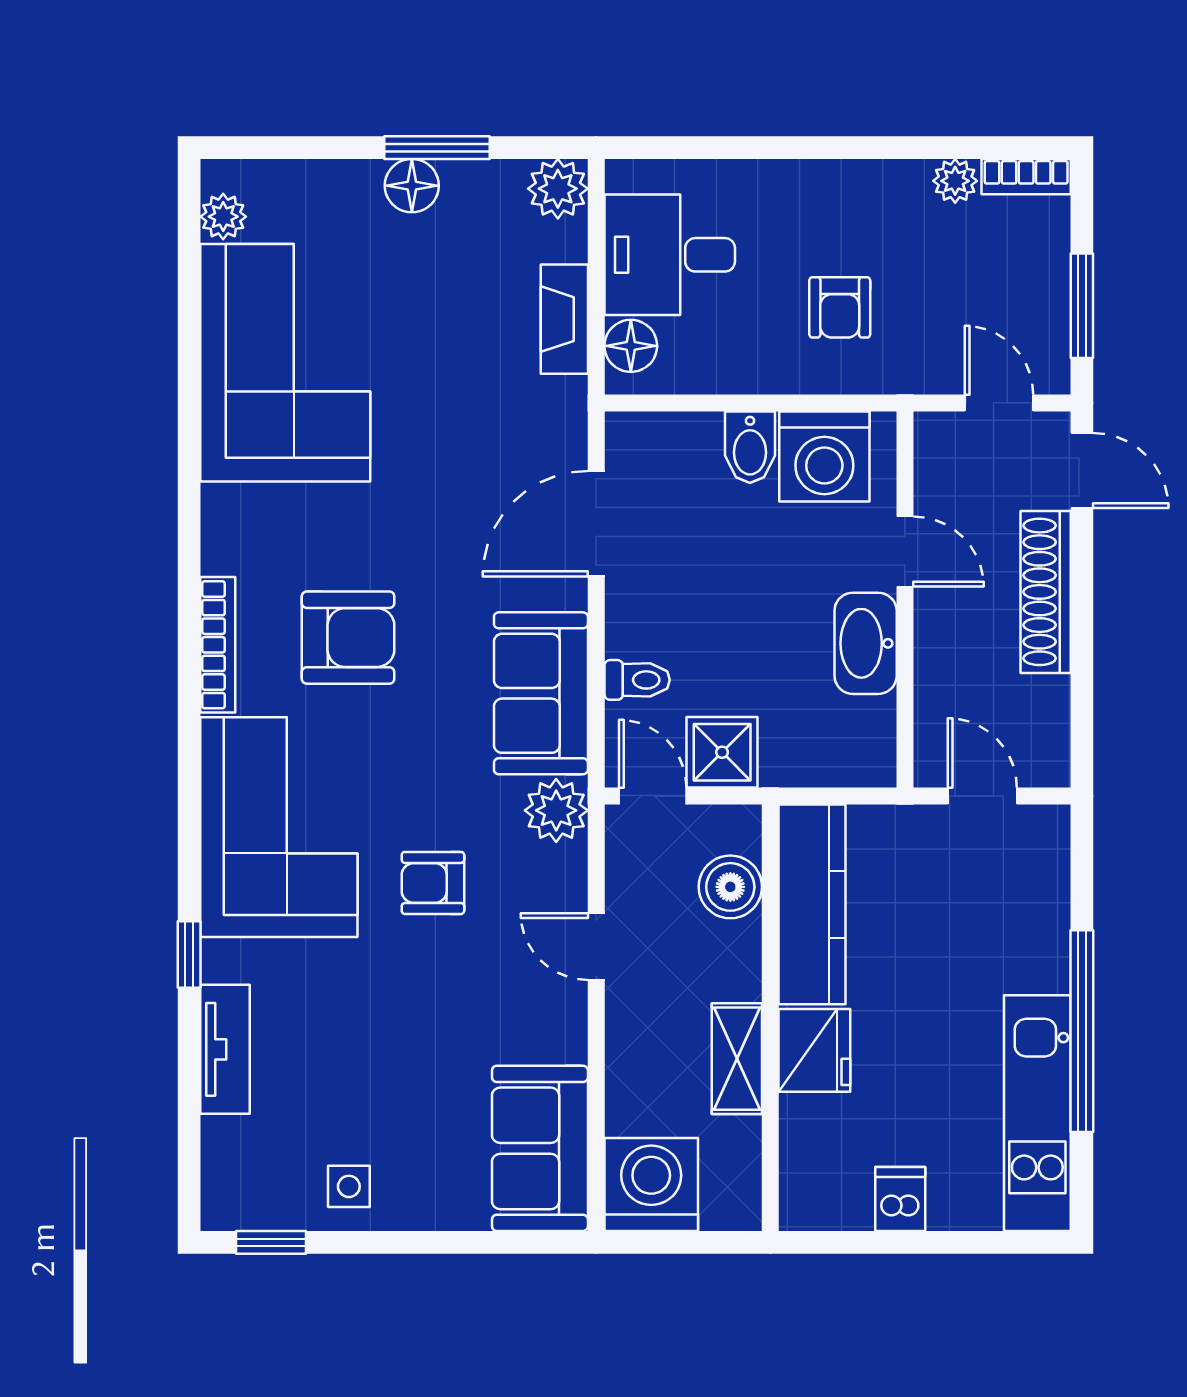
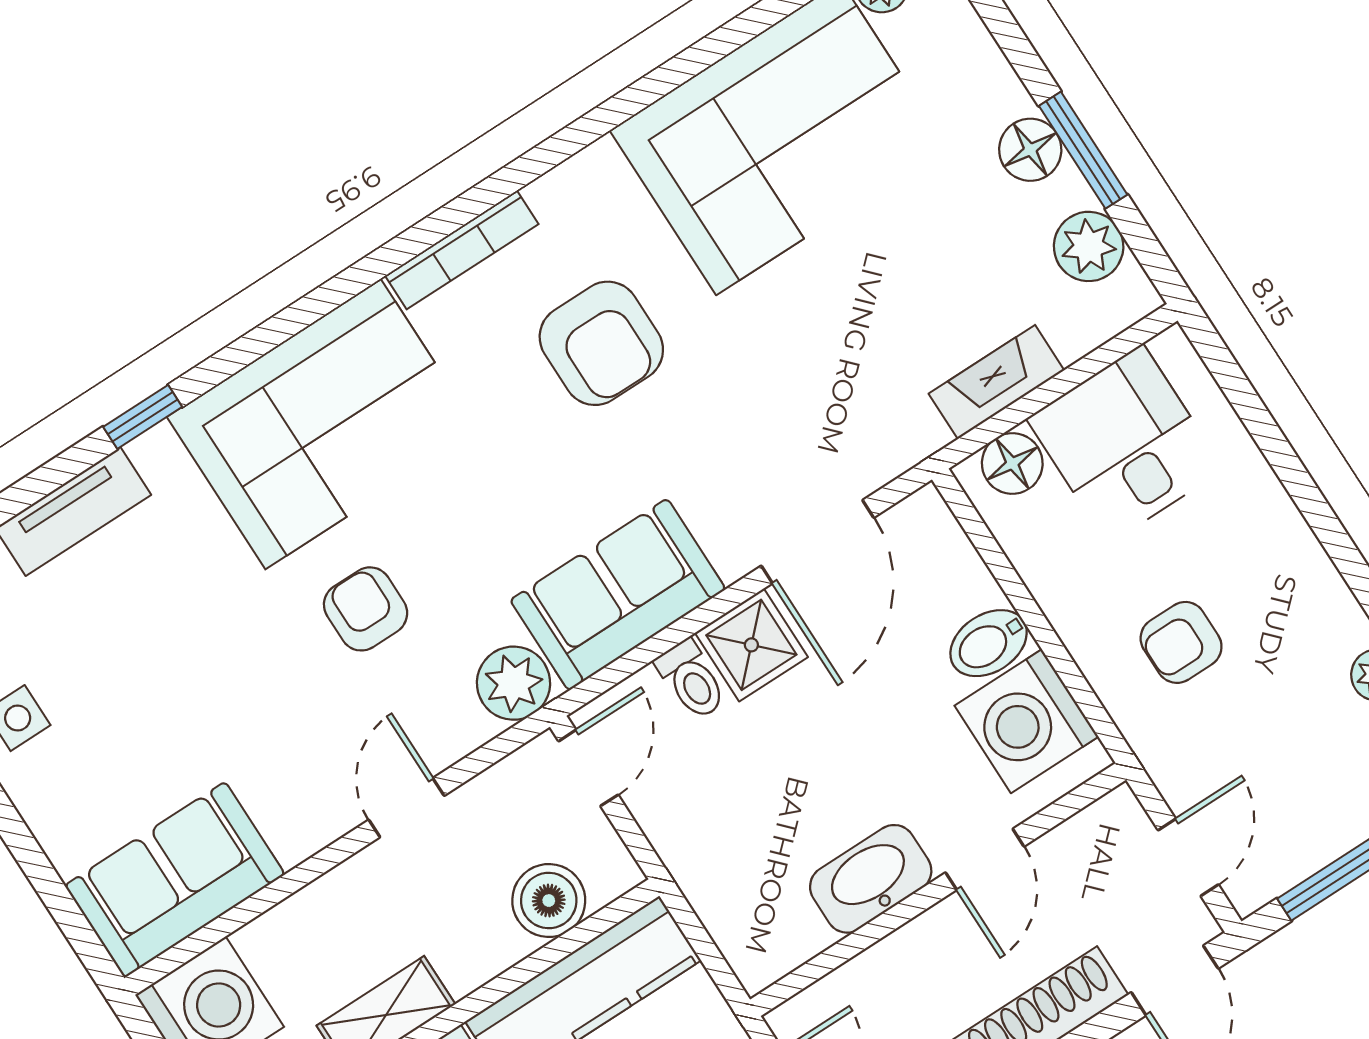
plant: (558, 189) -> (1089, 246), moved
door: (596, 524) -> (817, 542), swing flipped
armchair: (348, 638) -> (601, 343), moved
shower: (722, 752) -> (751, 645), moved

